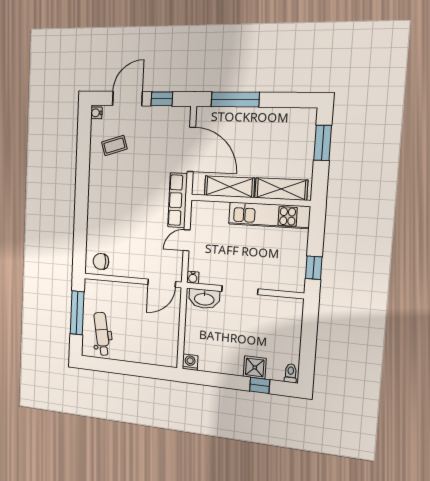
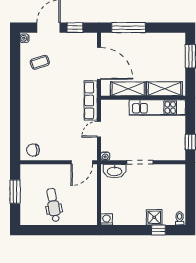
window: (77, 313) -> (15, 192), width x0.69
dental chair: (102, 334) -> (53, 205), moved

